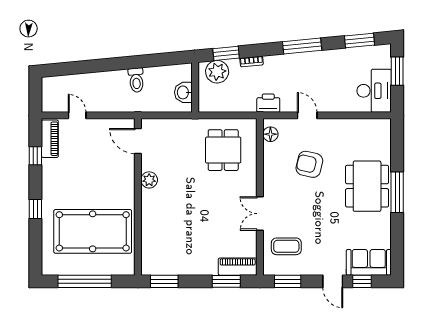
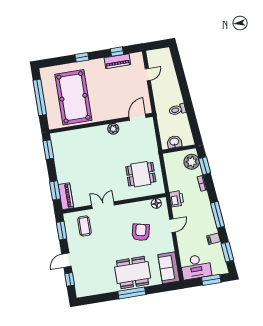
filing cabinet: (337, 58) -> (214, 239), added
piano: (50, 139) -> (117, 61), moved
sofa: (369, 262) -> (169, 268), moved, turned 180

